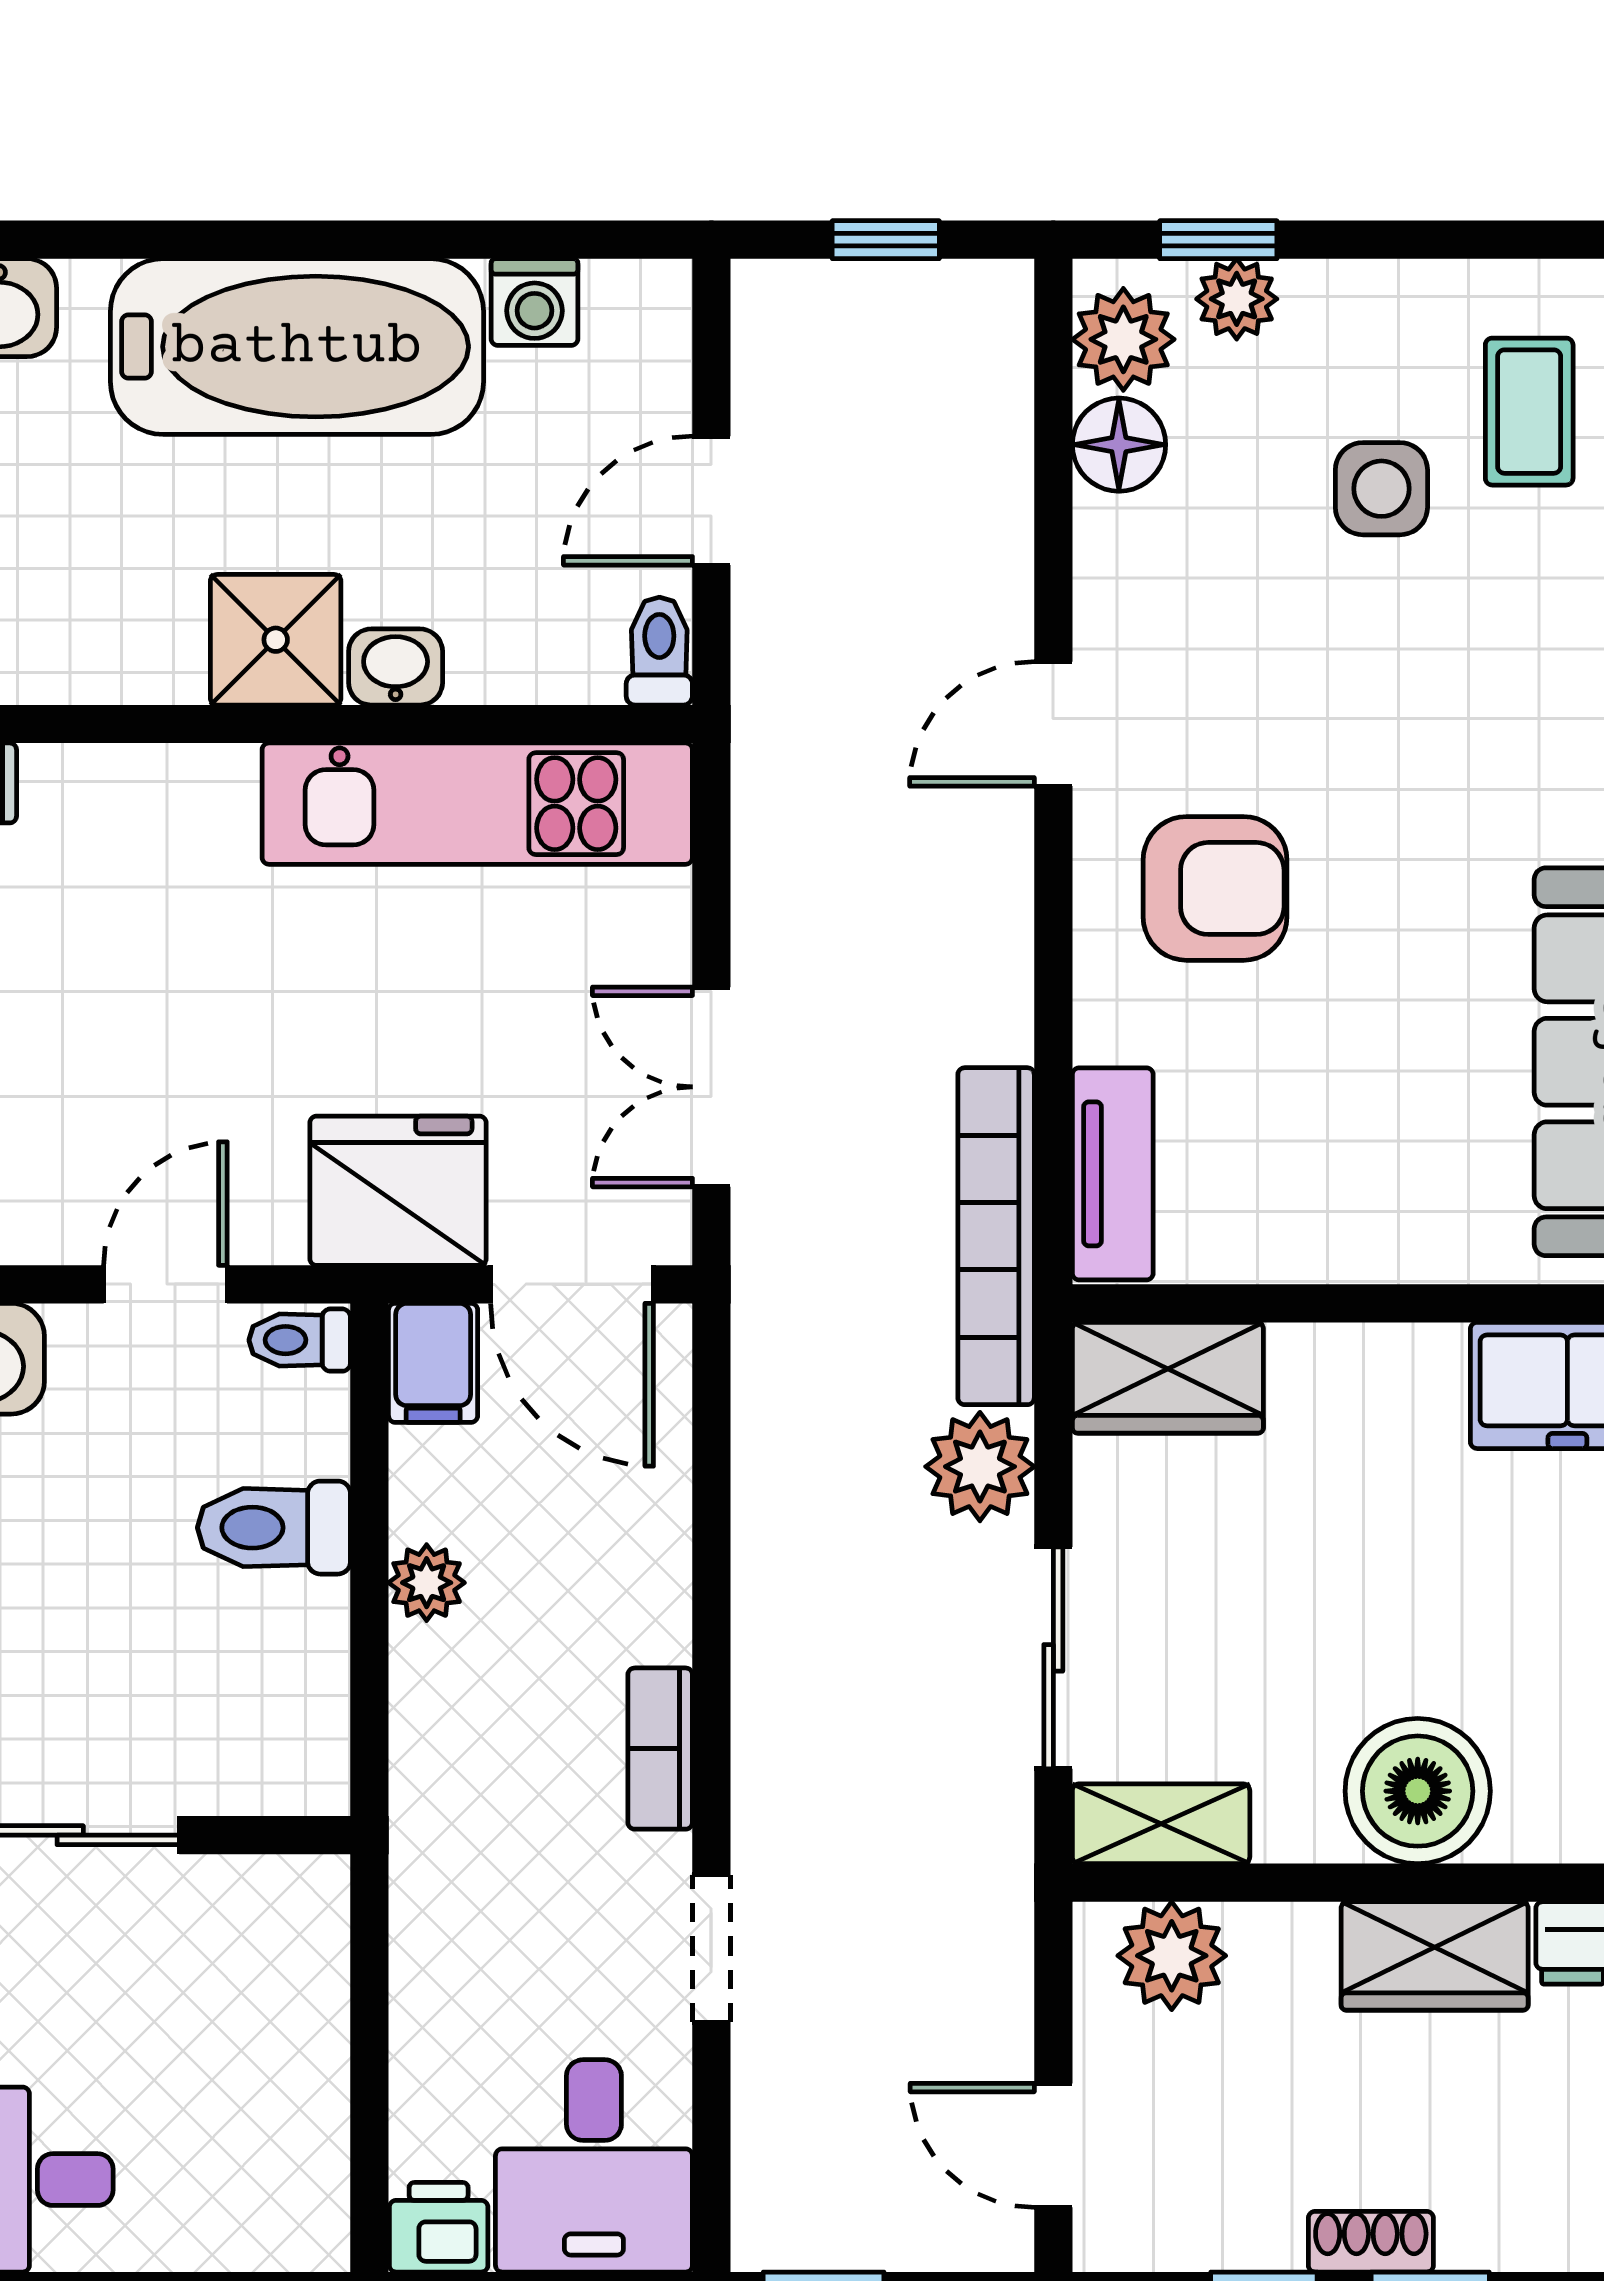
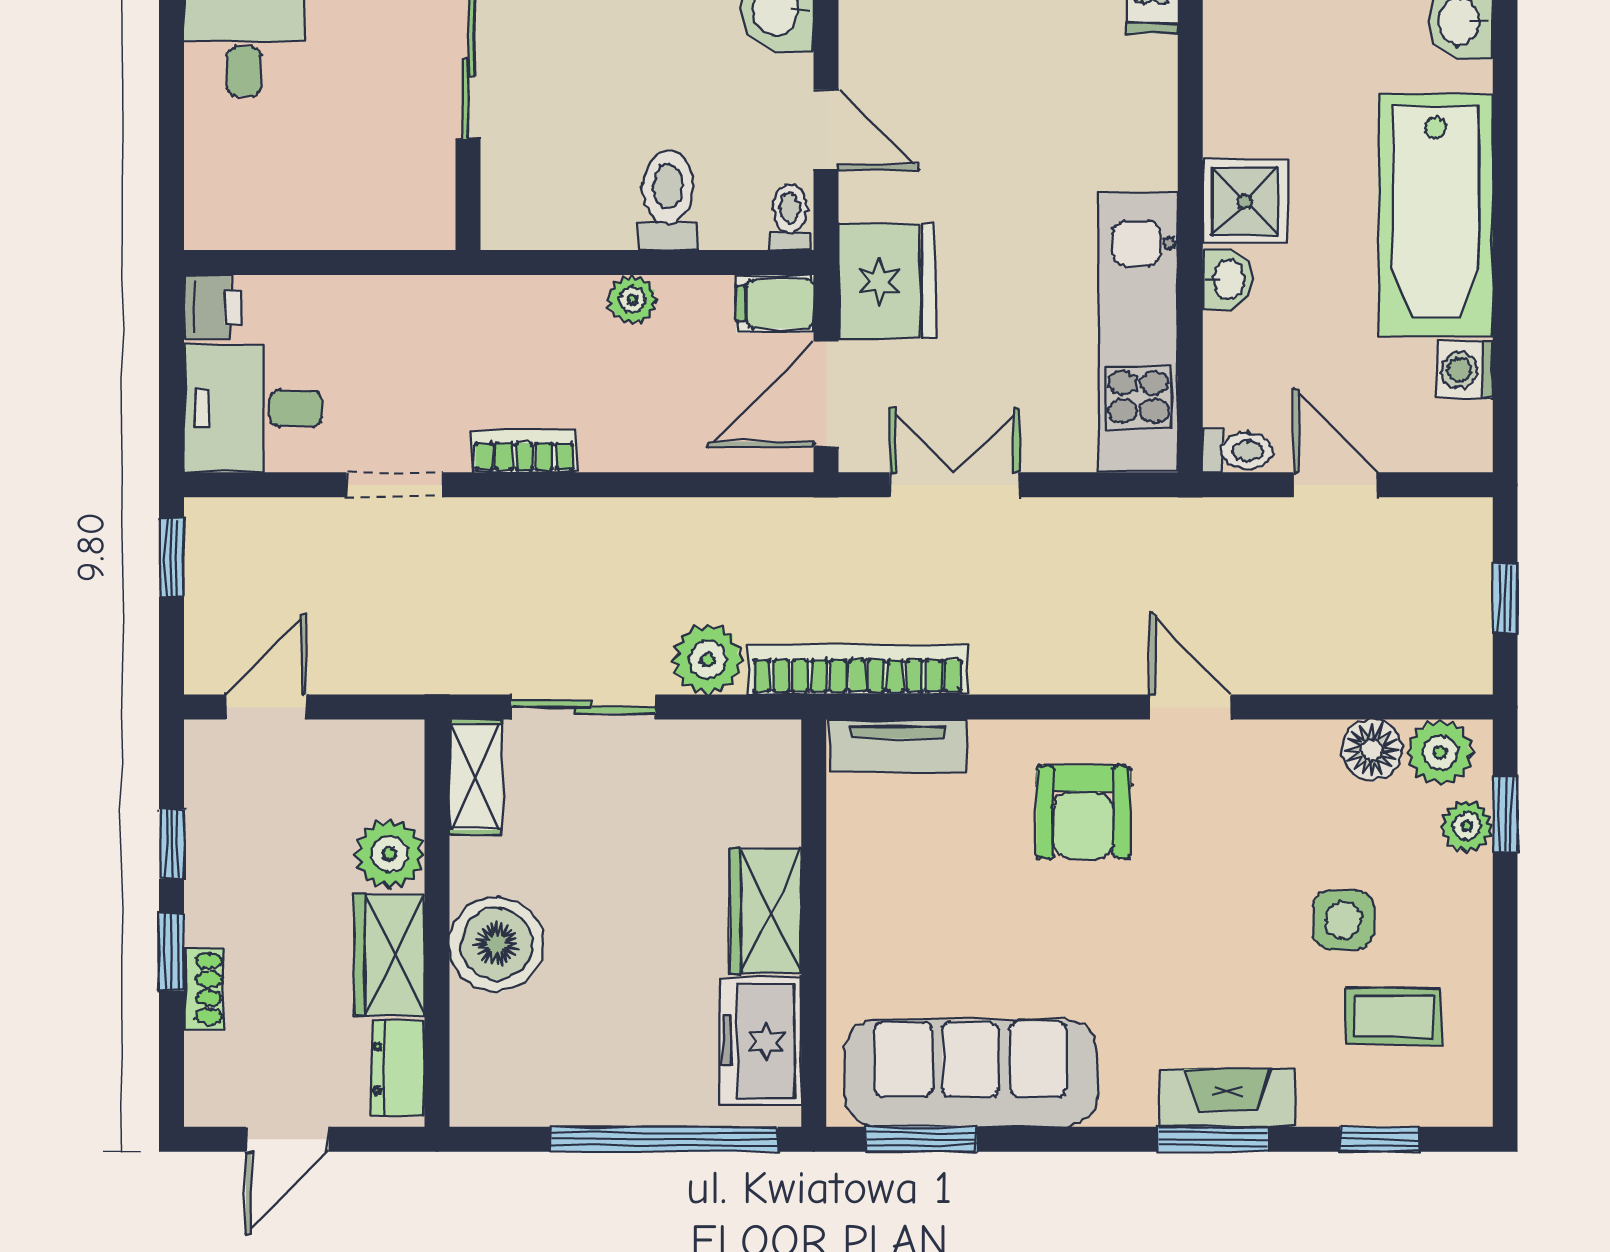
wardrobe: (1168, 1378) -> (765, 911), moved
plant: (1172, 1956) -> (390, 854), moved
shoe rack: (1371, 2242) -> (204, 989), moved

